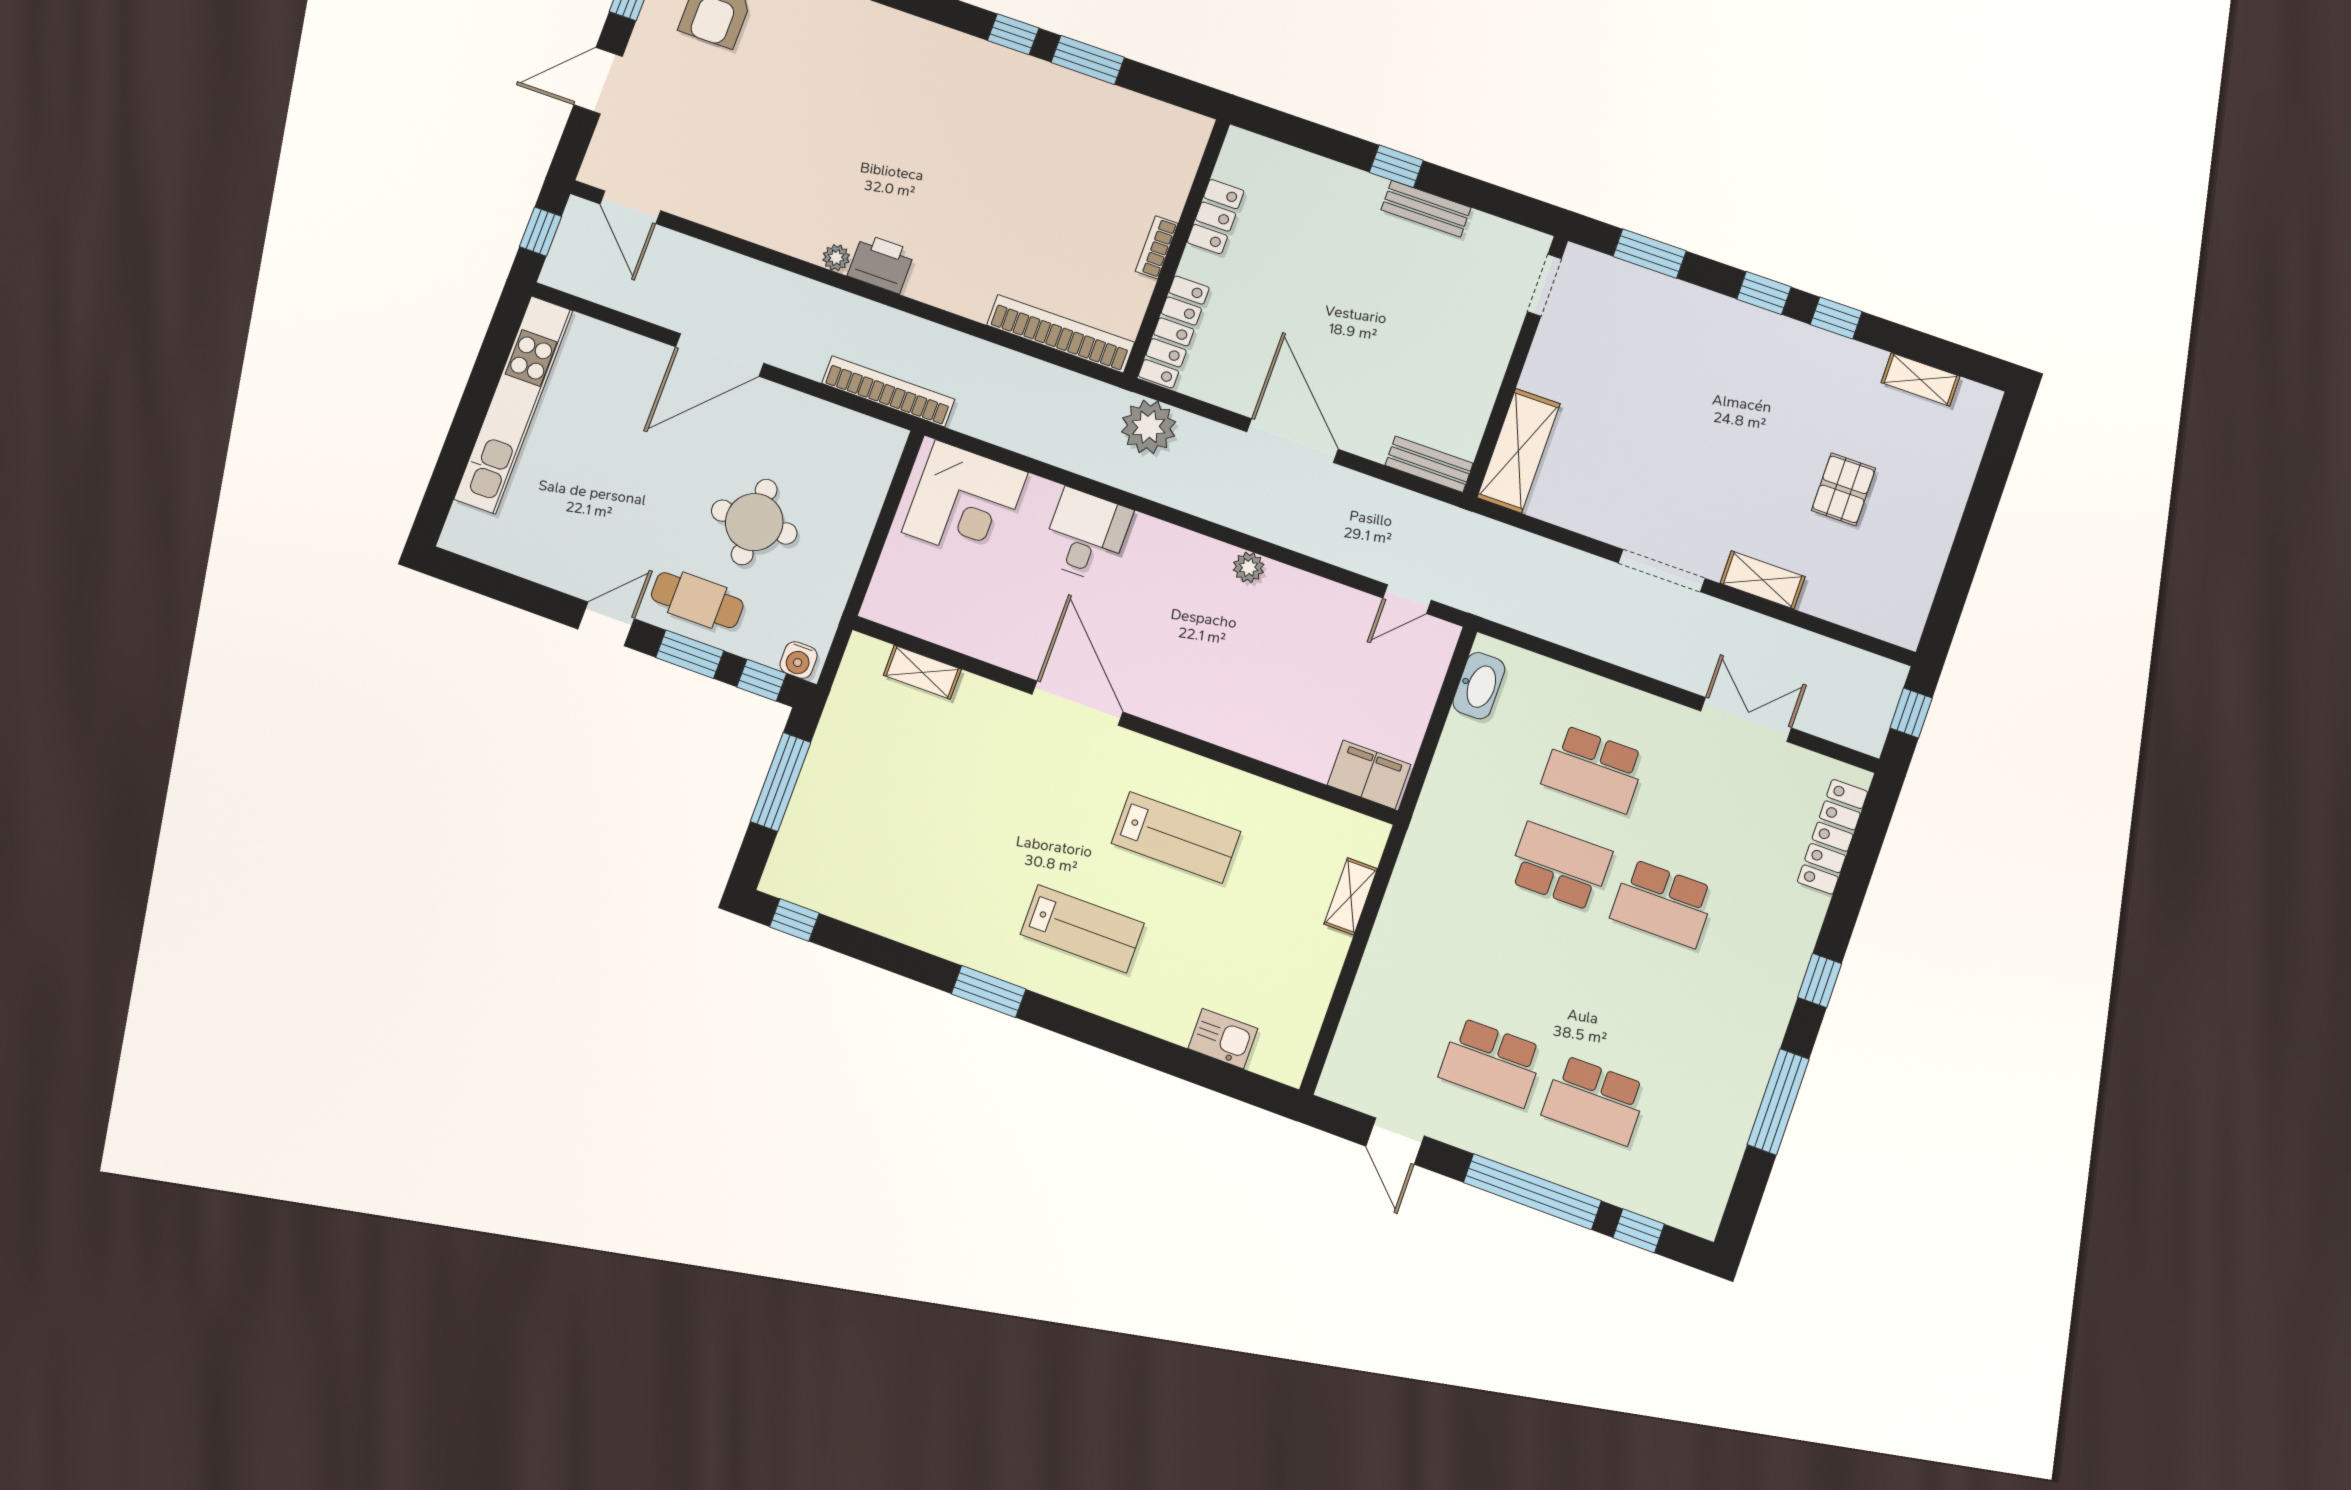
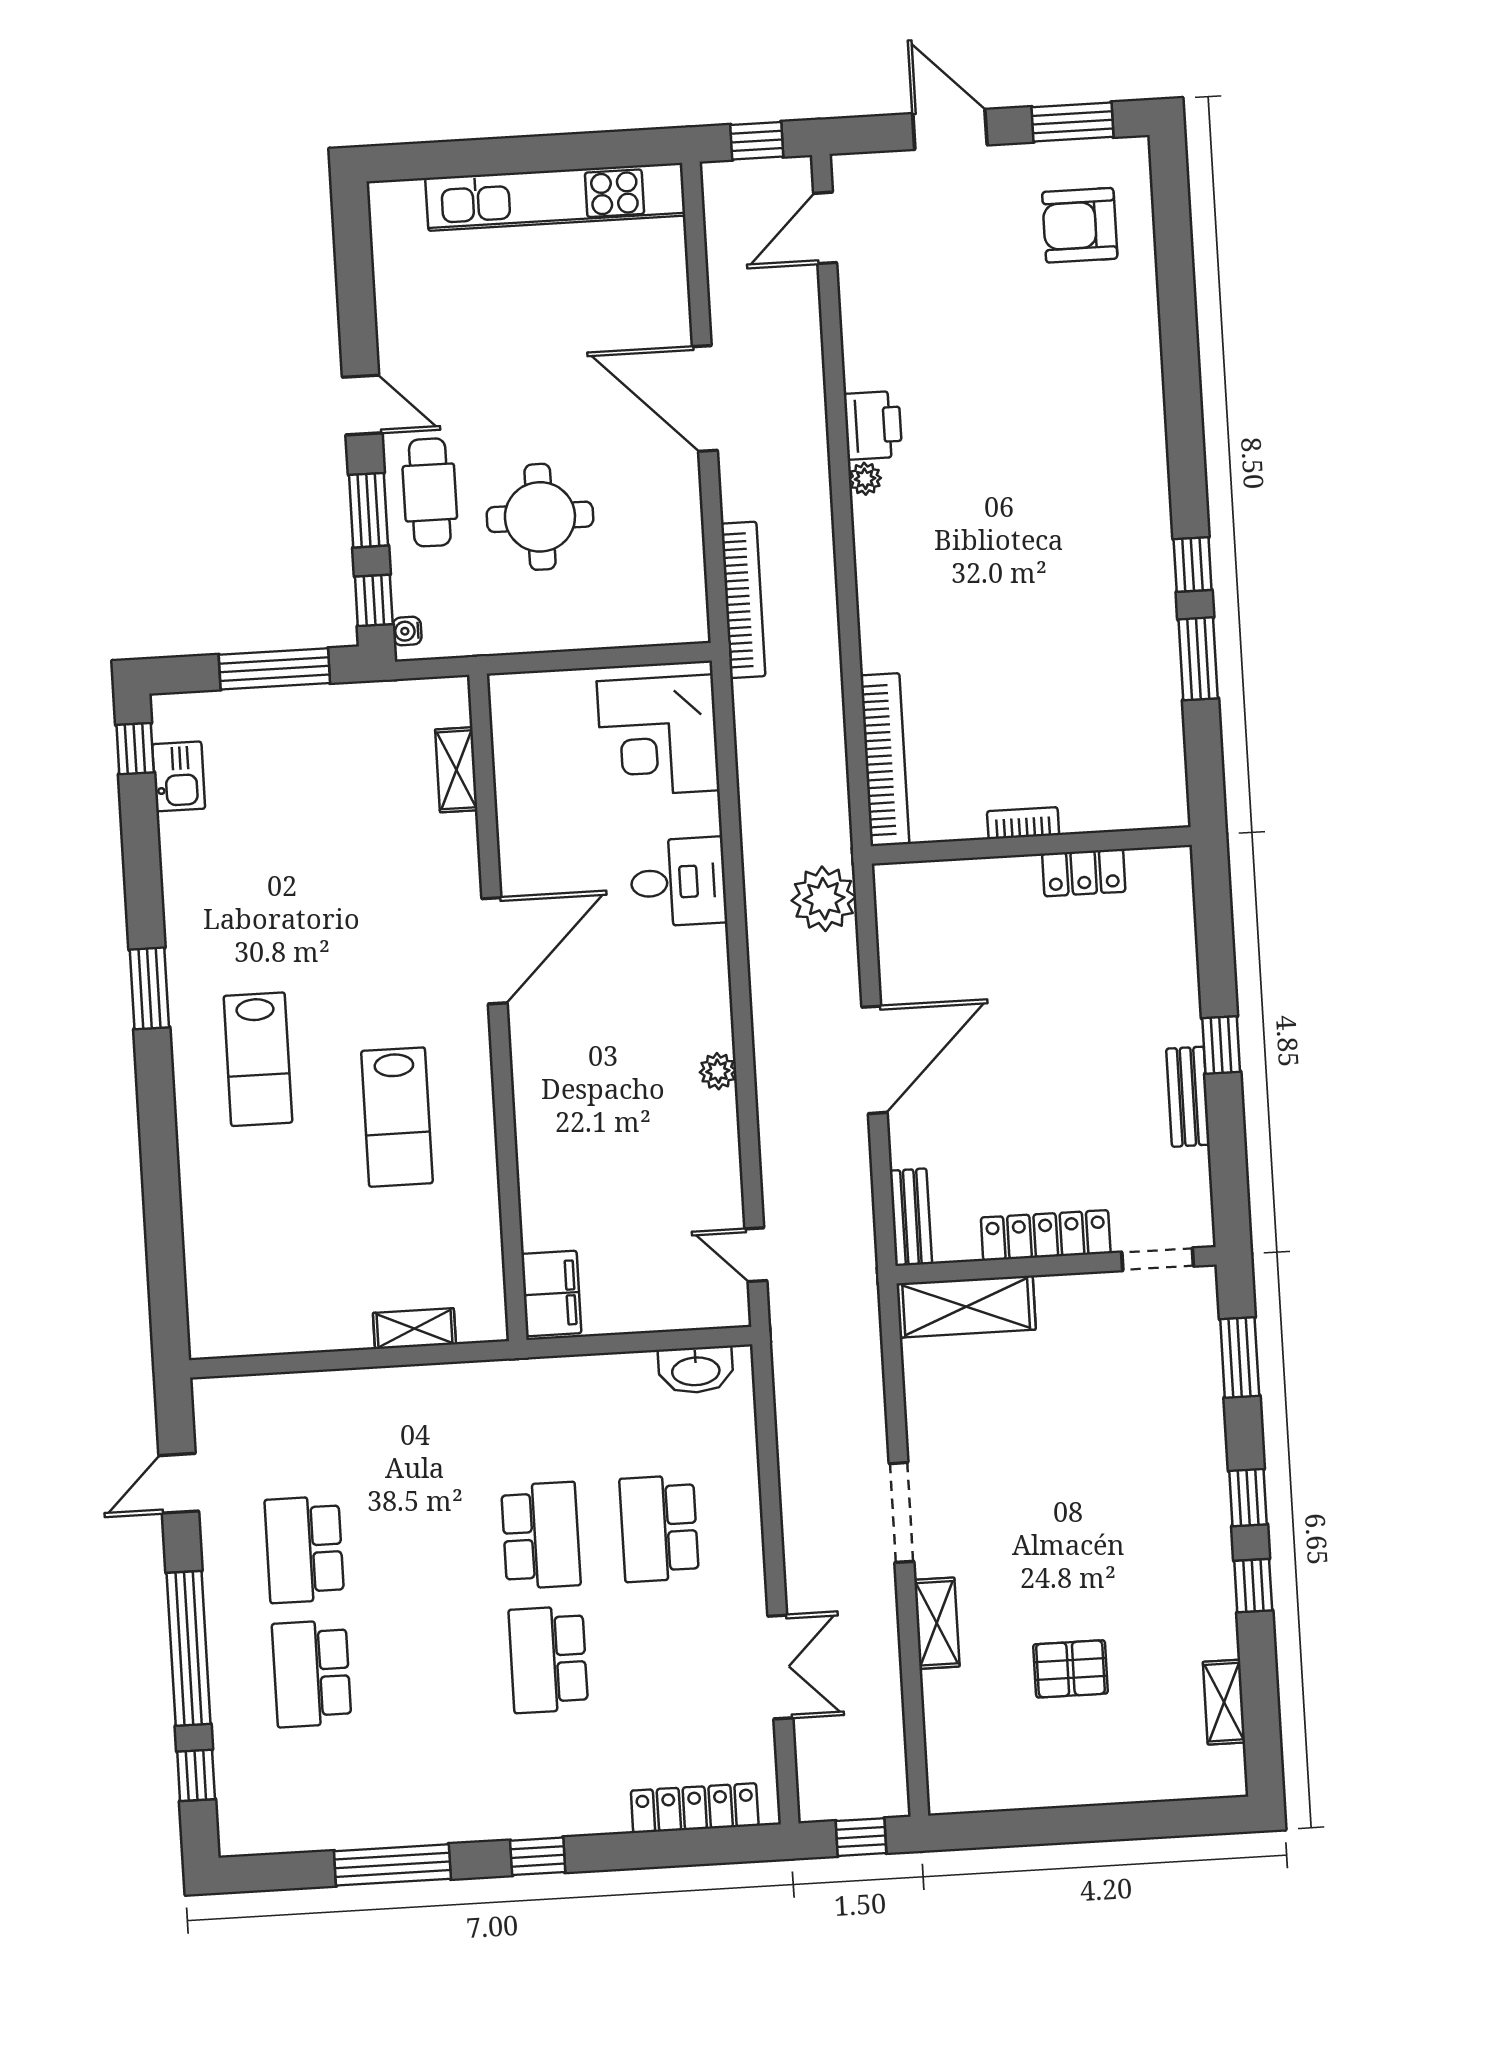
printer: (881, 263) -> (873, 425), moved
locker: (1174, 332) -> (1046, 1235), moved, turned 180
water cooler: (799, 660) -> (407, 631), width x0.72, depth x0.72
kitchen sink: (1223, 1039) -> (179, 776), moved

